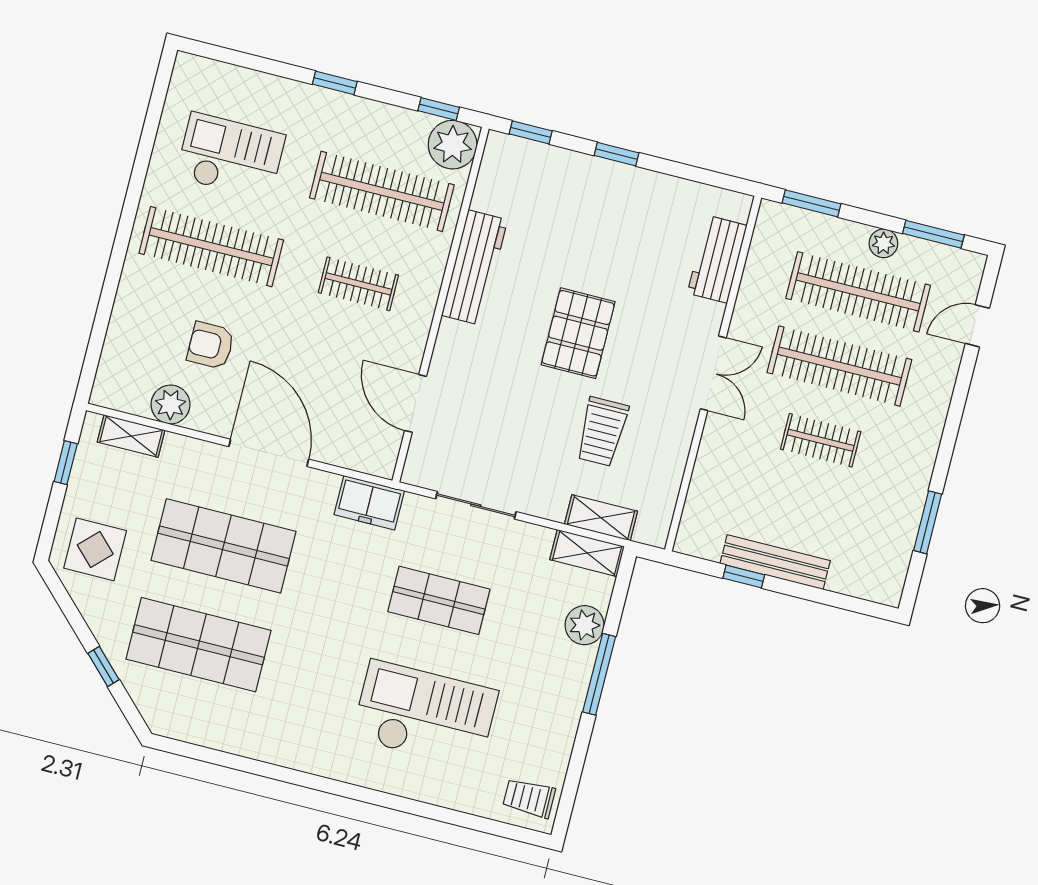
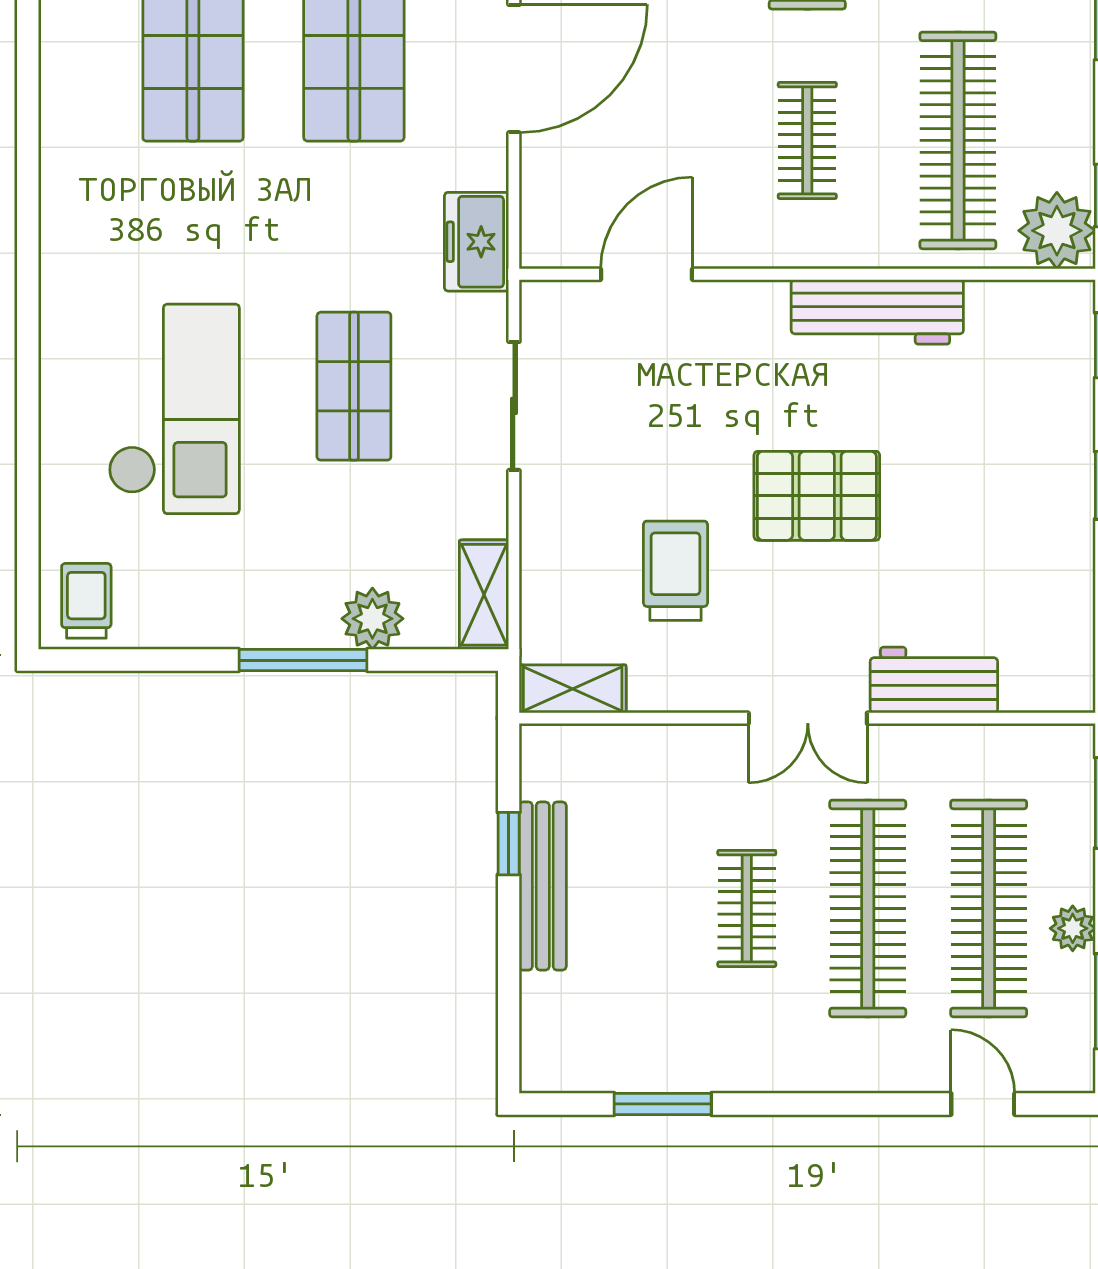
workbench: (717, 259) -> (934, 680), moved
trolley: (602, 432) -> (675, 571), turned 90
shelving: (601, 518) -> (573, 689), moved, turned 90

